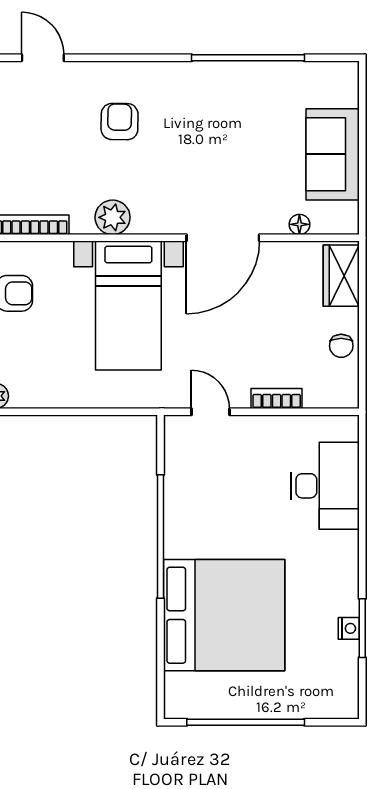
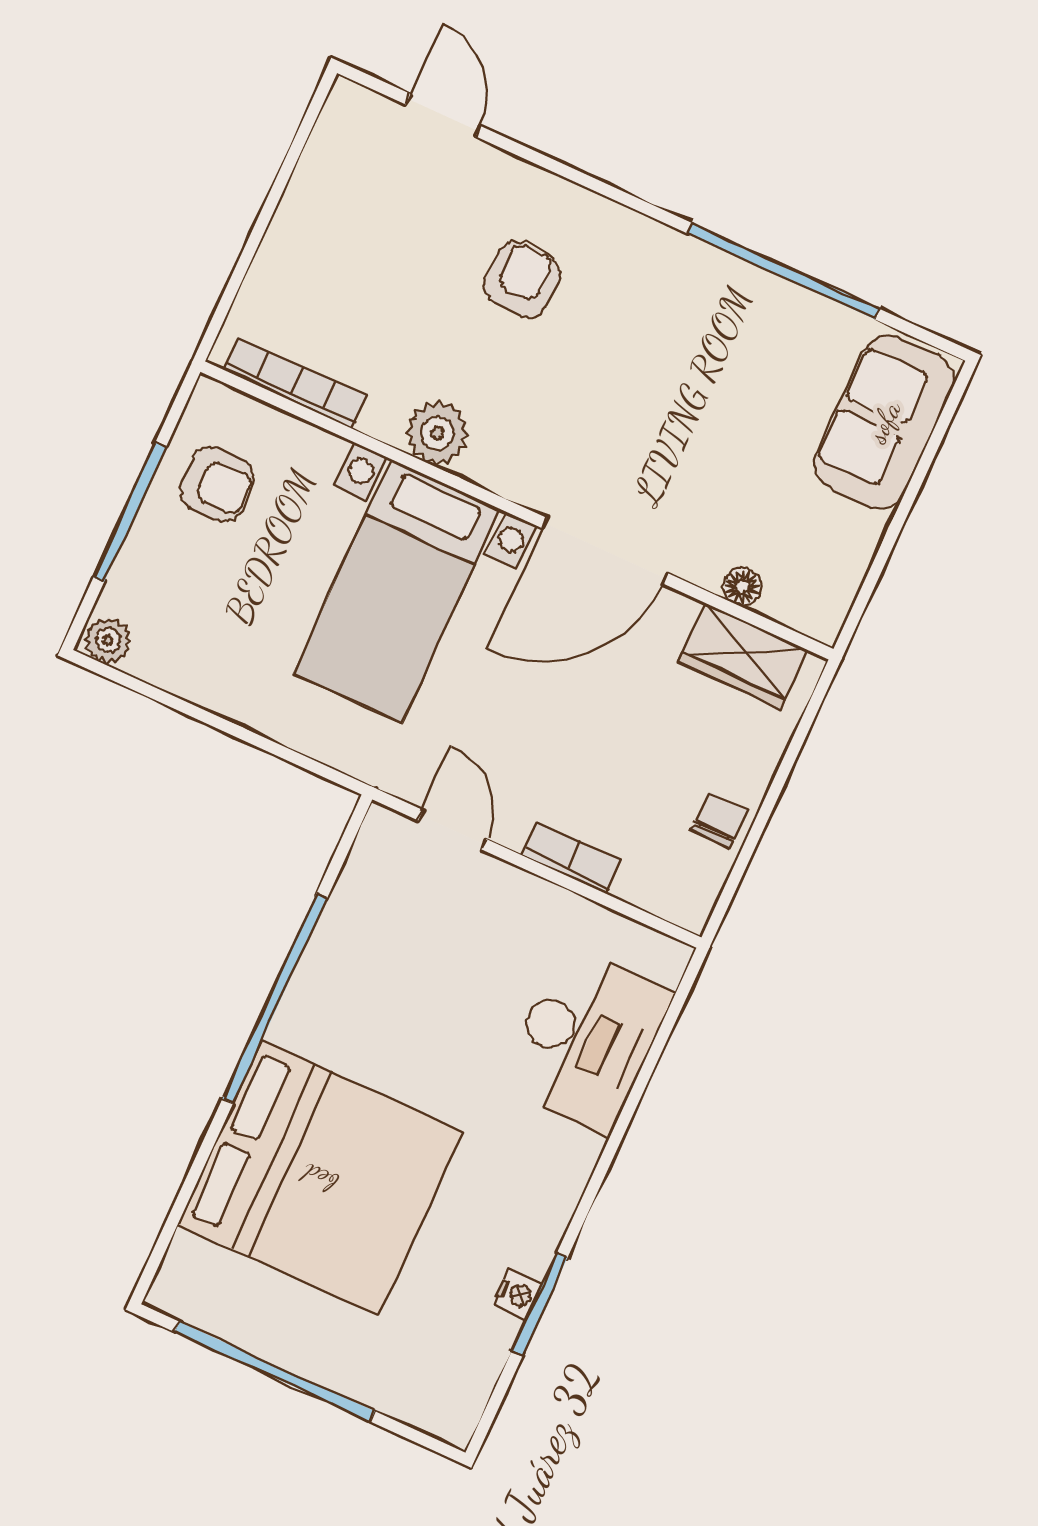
sofa: (333, 154) -> (884, 422), moved
wardrobe: (341, 276) -> (743, 656), moved, turned -90
chair: (341, 346) -> (719, 820), turned 180

